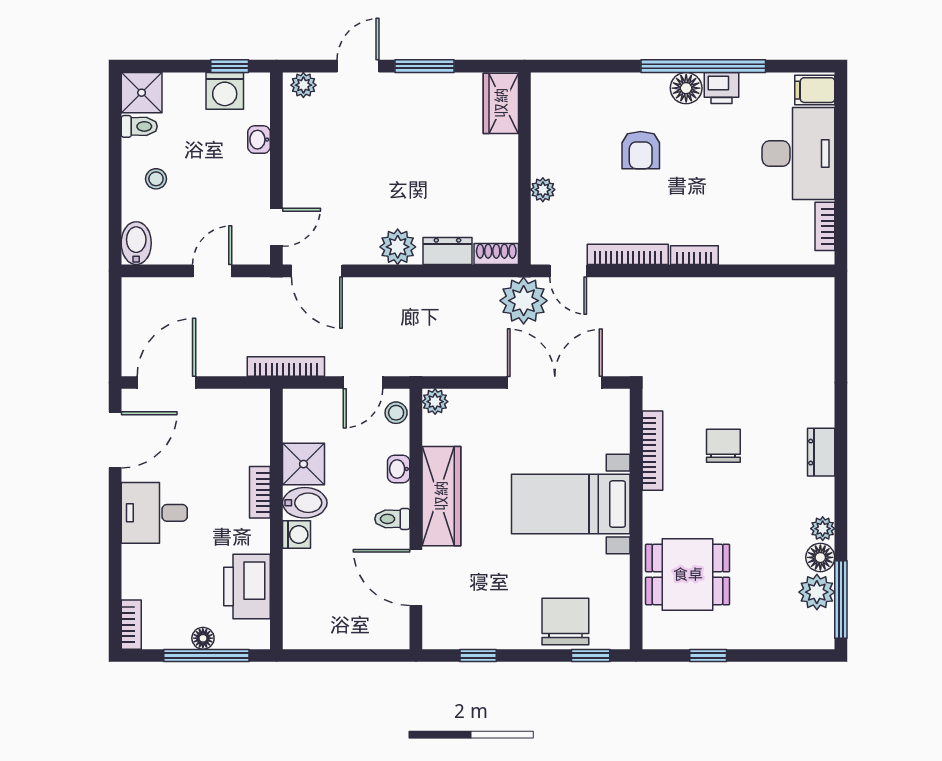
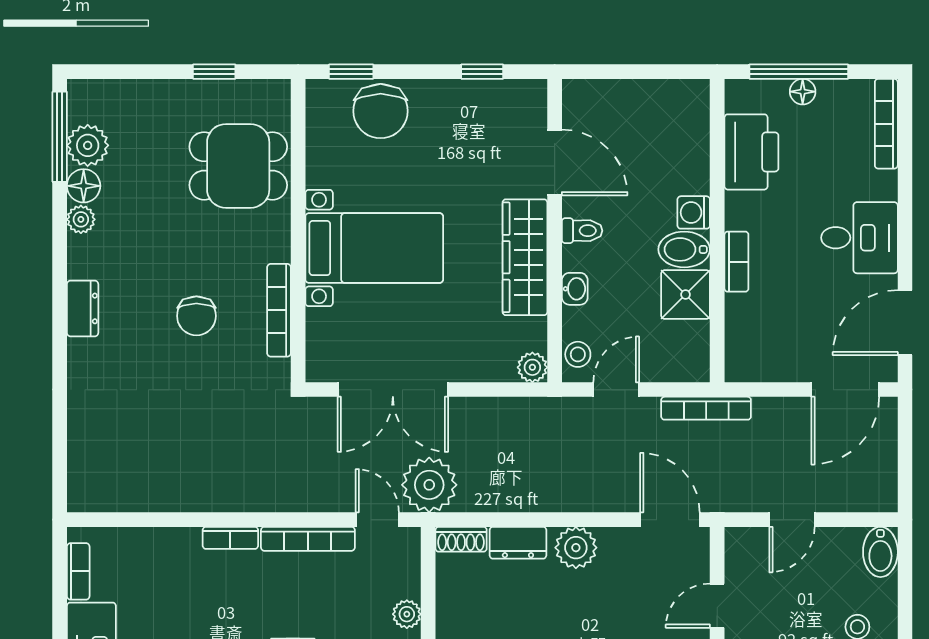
door: (276, 227) -> (717, 606), moved
bookcase: (131, 625) -> (886, 124), width x1.56

